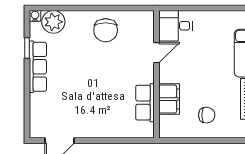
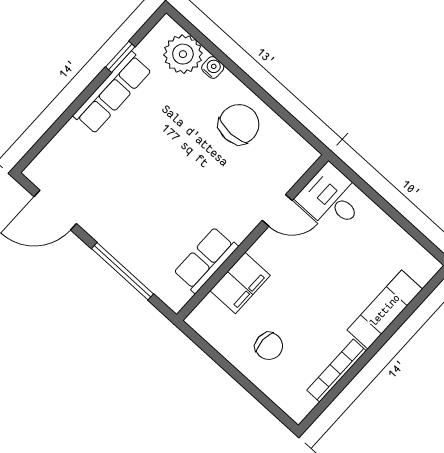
water cooler: (35, 16) -> (213, 67), moved
chair: (106, 30) -> (239, 124), turned 180
window: (113, 141) -> (123, 271), added

